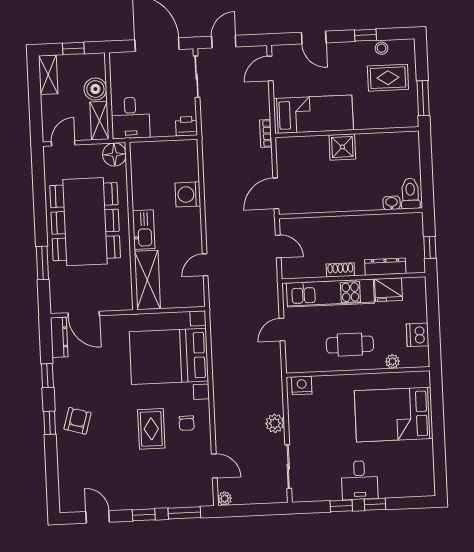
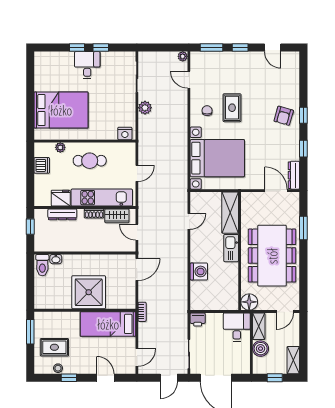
shower: (342, 147) -> (89, 292), width x1.86, depth x1.86
wardrobe: (308, 268) -> (117, 216), added

